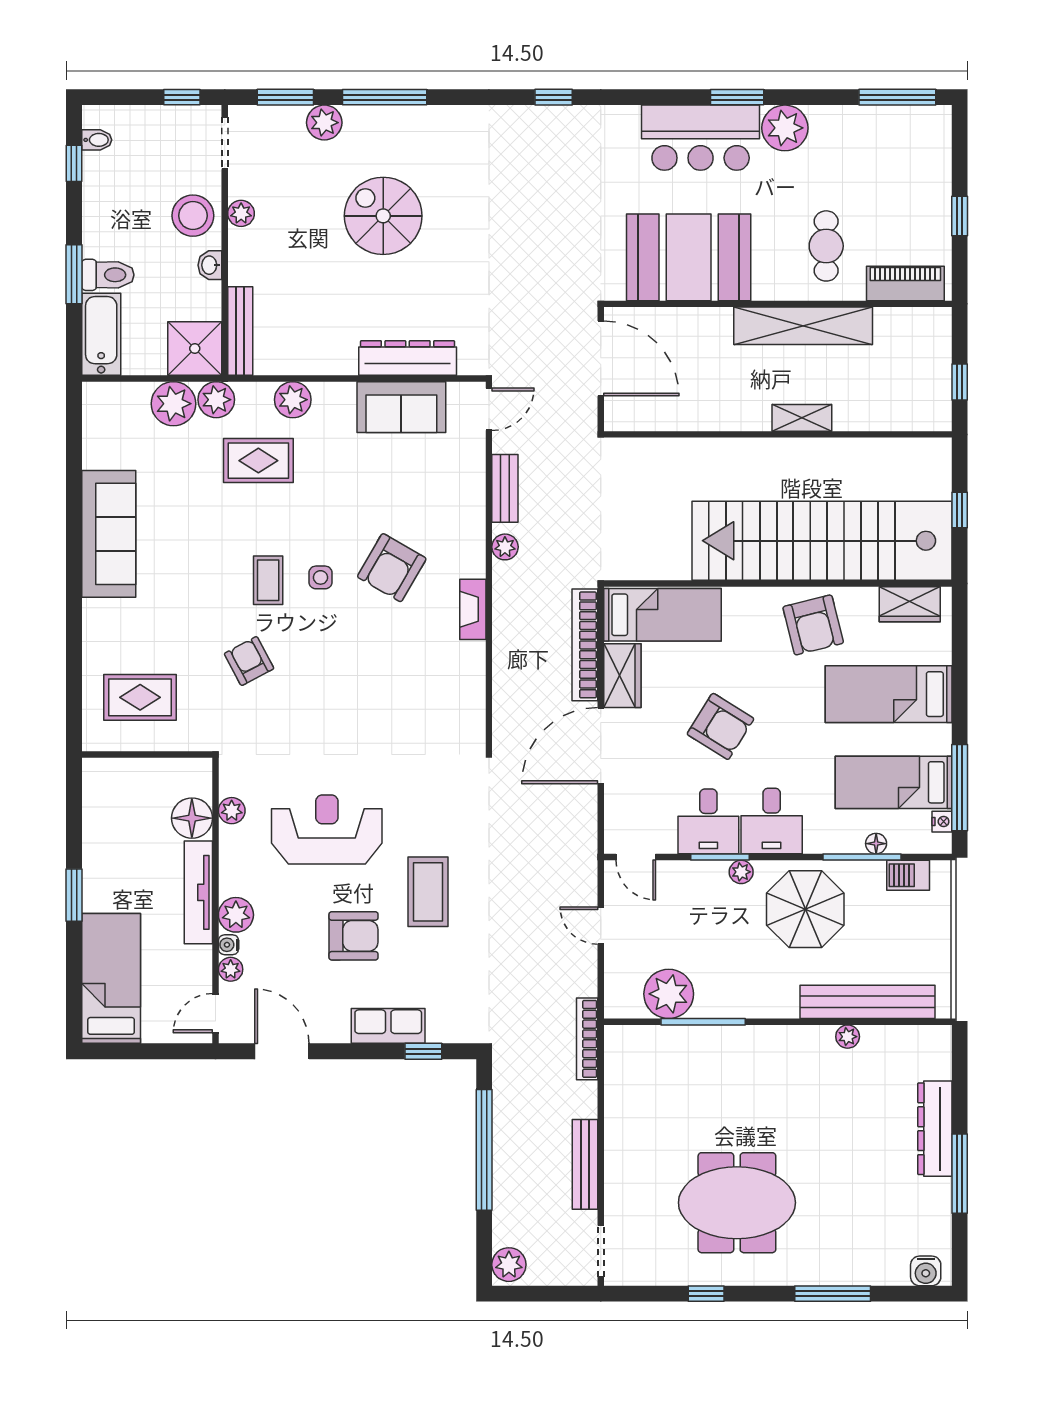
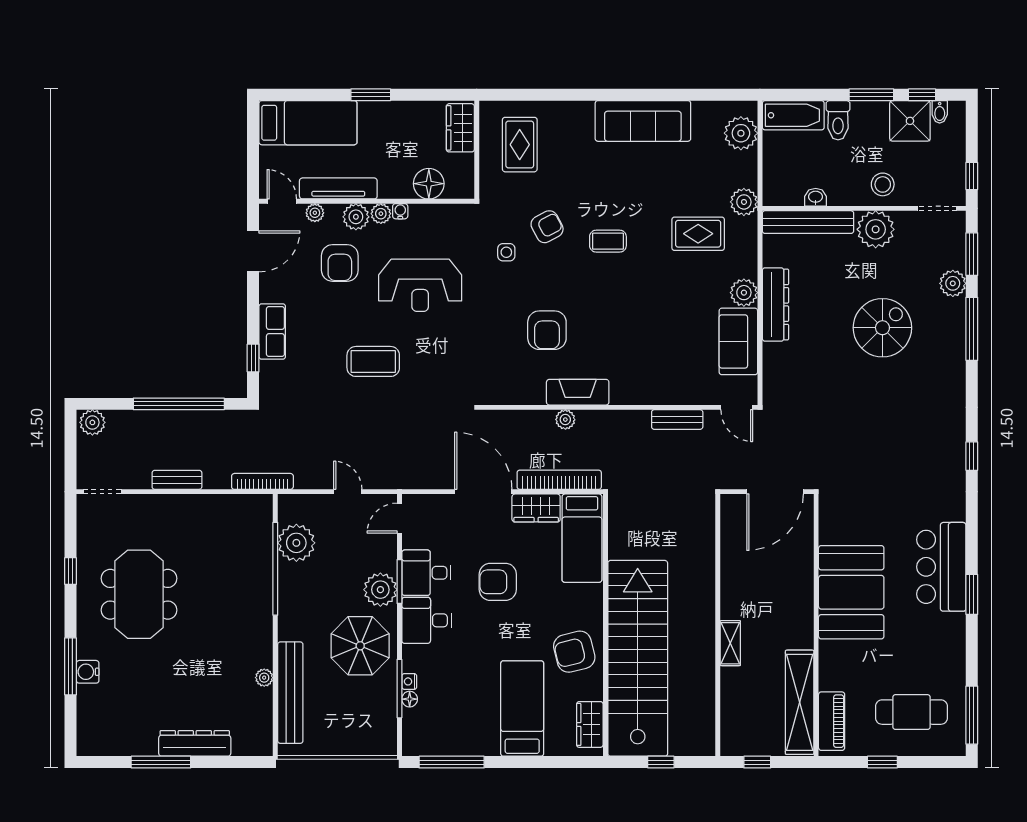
plant: (785, 128) -> (949, 630), removed
plant: (241, 213) -> (876, 229), width x1.87, depth x1.87
stool: (193, 216) -> (883, 184), width x0.73, depth x0.73
cafe table: (826, 246) -> (911, 712), moved, width x1.37, depth x1.35
booth: (689, 257) -> (851, 592), moved
washbasin: (210, 265) -> (816, 197), moved
window: (74, 274) -> (871, 95), moved
shelving: (803, 326) -> (800, 702), moved
bench: (240, 331) -> (808, 222), width x1.37, depth x1.21
shower: (195, 348) -> (910, 121), moved
dresser: (408, 358) -> (775, 305), moved
plant: (293, 400) -> (744, 293), moved
plant: (173, 404) -> (741, 133), moved
rug: (258, 461) -> (698, 234), turned 90
plant: (505, 547) -> (565, 420), moved
armchair: (392, 568) -> (547, 330), moved, turned -120
side table: (320, 577) -> (506, 252), moved
fireplace: (473, 609) -> (578, 392), width x1.37, depth x1.32
armchair: (720, 726) -> (498, 582), turned 58
wardrobe: (118, 776) -> (460, 128), added
bed: (894, 782) -> (456, 712), removed
plant: (232, 811) -> (381, 214), moved
nightstand: (942, 822) -> (409, 681), moved, turned 90
reception desk: (327, 829) -> (420, 285), turned 90
plant: (741, 872) -> (380, 590), width x1.88, depth x1.88
barbecue: (908, 875) -> (386, 723), removed
tv unit: (198, 892) -> (338, 188), moved
door: (601, 926) -> (348, 492), hinge flipped
armchair: (354, 936) -> (340, 263), moved
water cooler: (229, 945) -> (400, 211), moved
window: (703, 1022) -> (275, 569), width x1.46
bench: (585, 1164) -> (177, 480), width x0.73
water cooler: (926, 1271) -> (88, 672), moved

